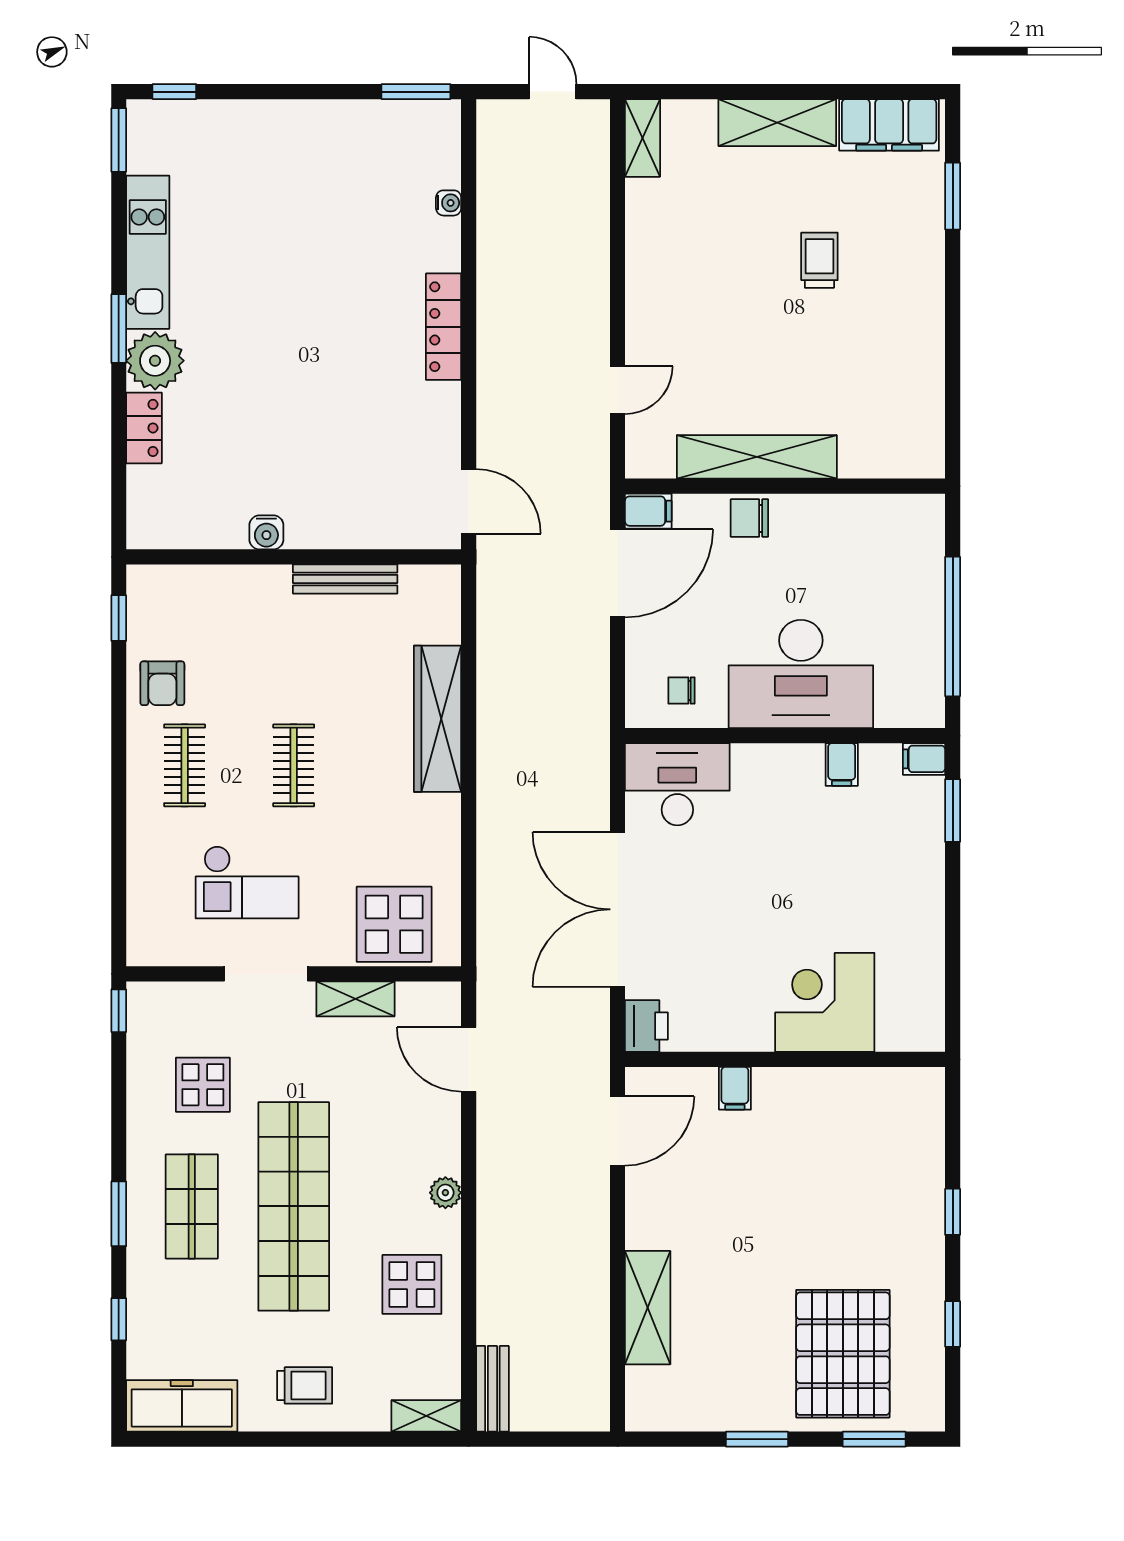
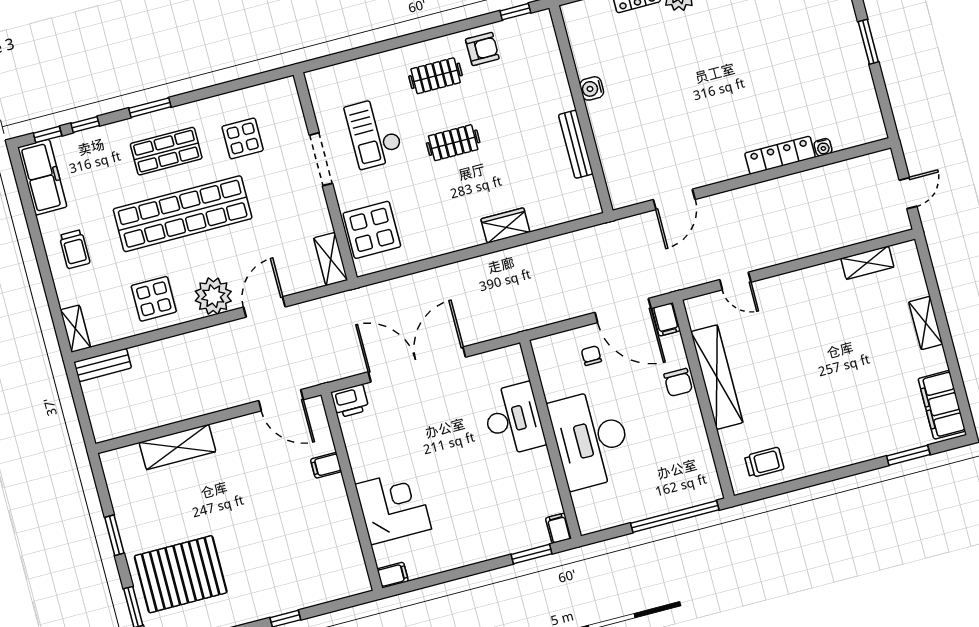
window: (416, 92) -> (868, 42), moved
shelving: (777, 123) -> (926, 323), width x0.67, depth x0.75
shelving: (642, 138) -> (867, 263), moved
trolley: (819, 260) -> (764, 463), moved
locker: (444, 327) -> (780, 155), moved
door: (469, 501) -> (674, 199), moved
chair: (749, 518) -> (678, 382), turned 180
window: (953, 627) -> (675, 517), moved
armchair: (162, 683) -> (482, 49), turned 180
chair: (682, 690) -> (591, 356), moved
wardrobe: (438, 719) -> (505, 226), width x0.48, depth x0.85
filing cabinet: (842, 764) -> (393, 575), moved, turned 180
desk: (677, 784) -> (513, 419), moved
shelving: (355, 999) -> (331, 259), moved
window: (119, 1011) -> (48, 134), moved
door: (469, 1059) -> (264, 307), moved
plant: (445, 1193) -> (213, 296), width x1.87, depth x1.87

